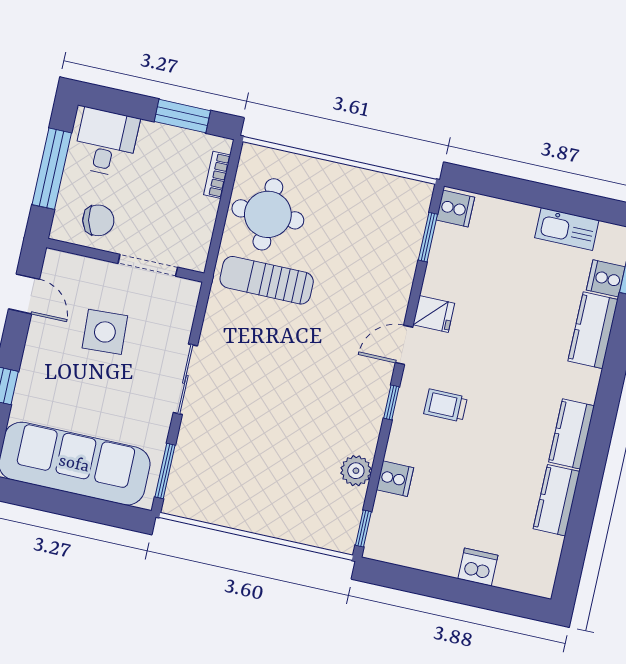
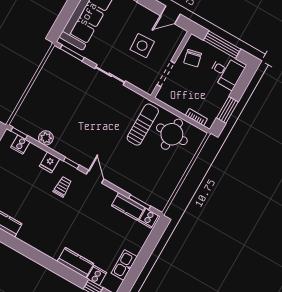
fridge: (434, 314) -> (49, 162), moved
kitchen counter: (571, 434) -> (128, 207), moved, turned 180
cooker: (395, 479) -> (20, 145), moved

